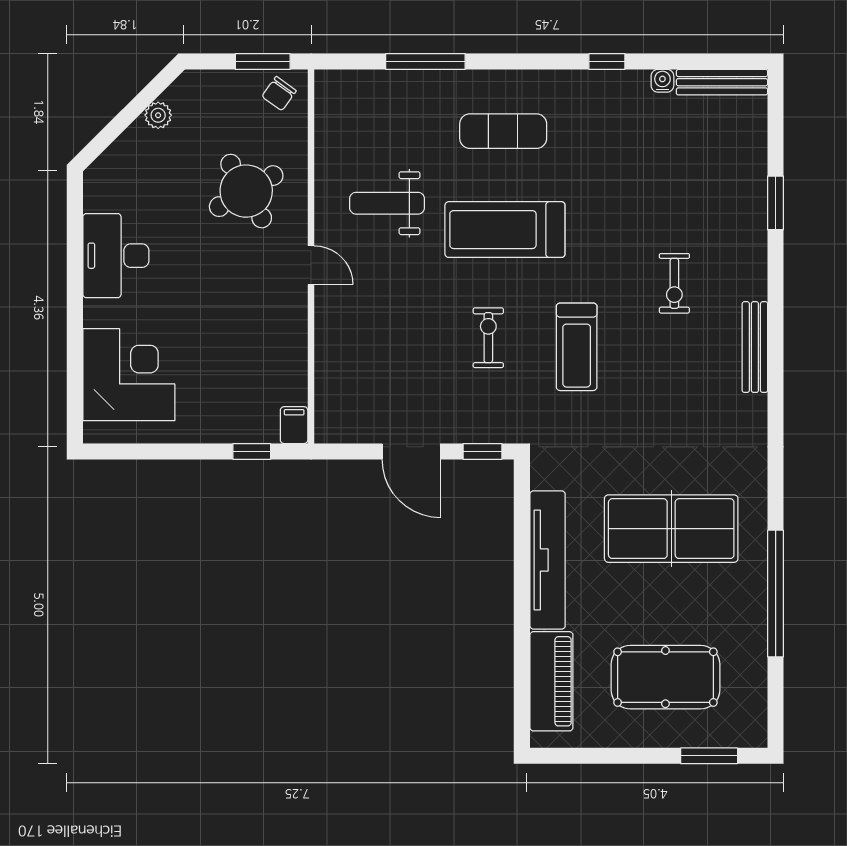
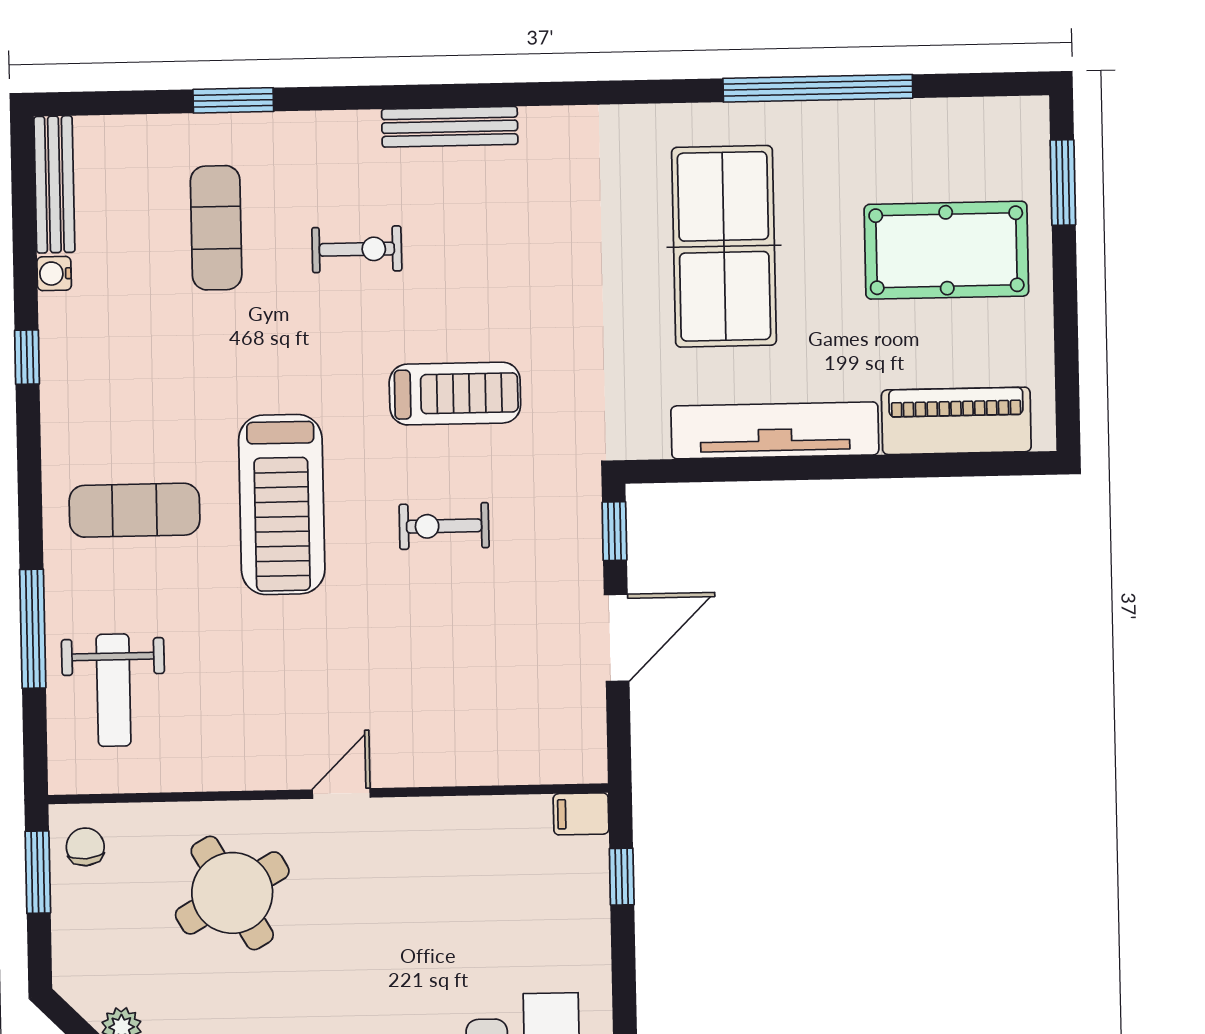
chair: (279, 94) -> (85, 847), turned -130
exercise mat: (503, 131) -> (134, 510), turned 90
exercise mat: (691, 190) -> (216, 228), added
weight bench: (387, 203) -> (114, 690), moved
pool table: (665, 677) -> (946, 250), turned 90

